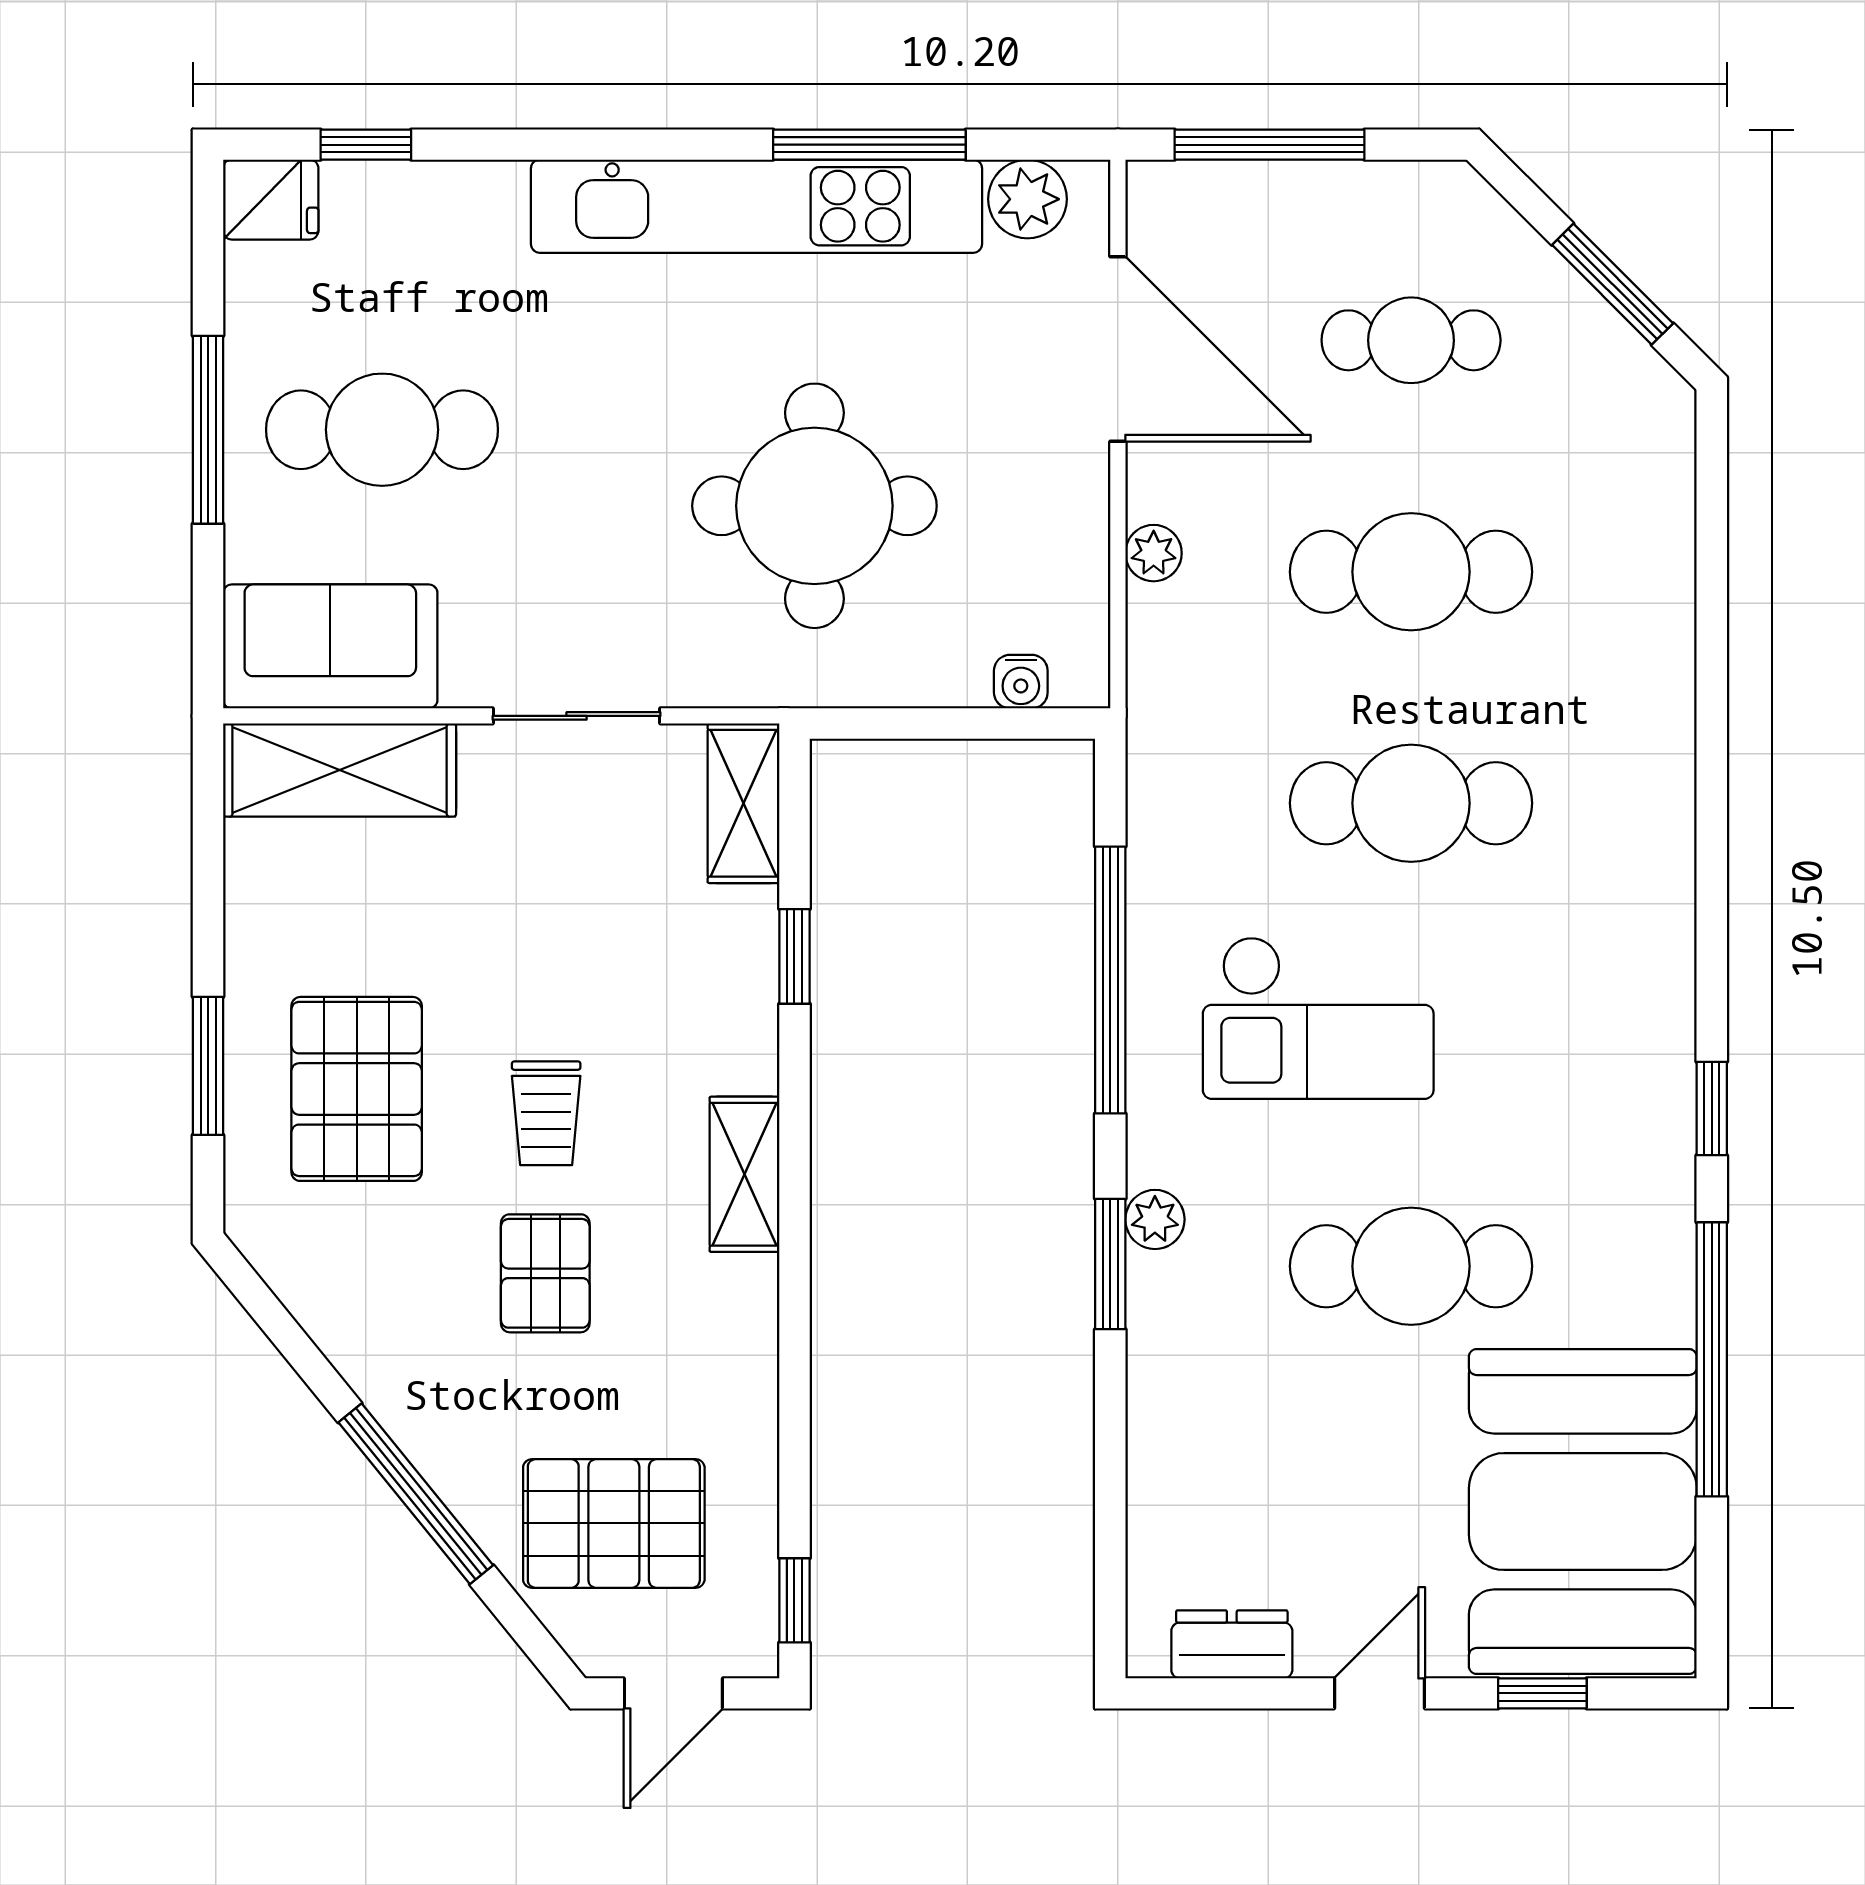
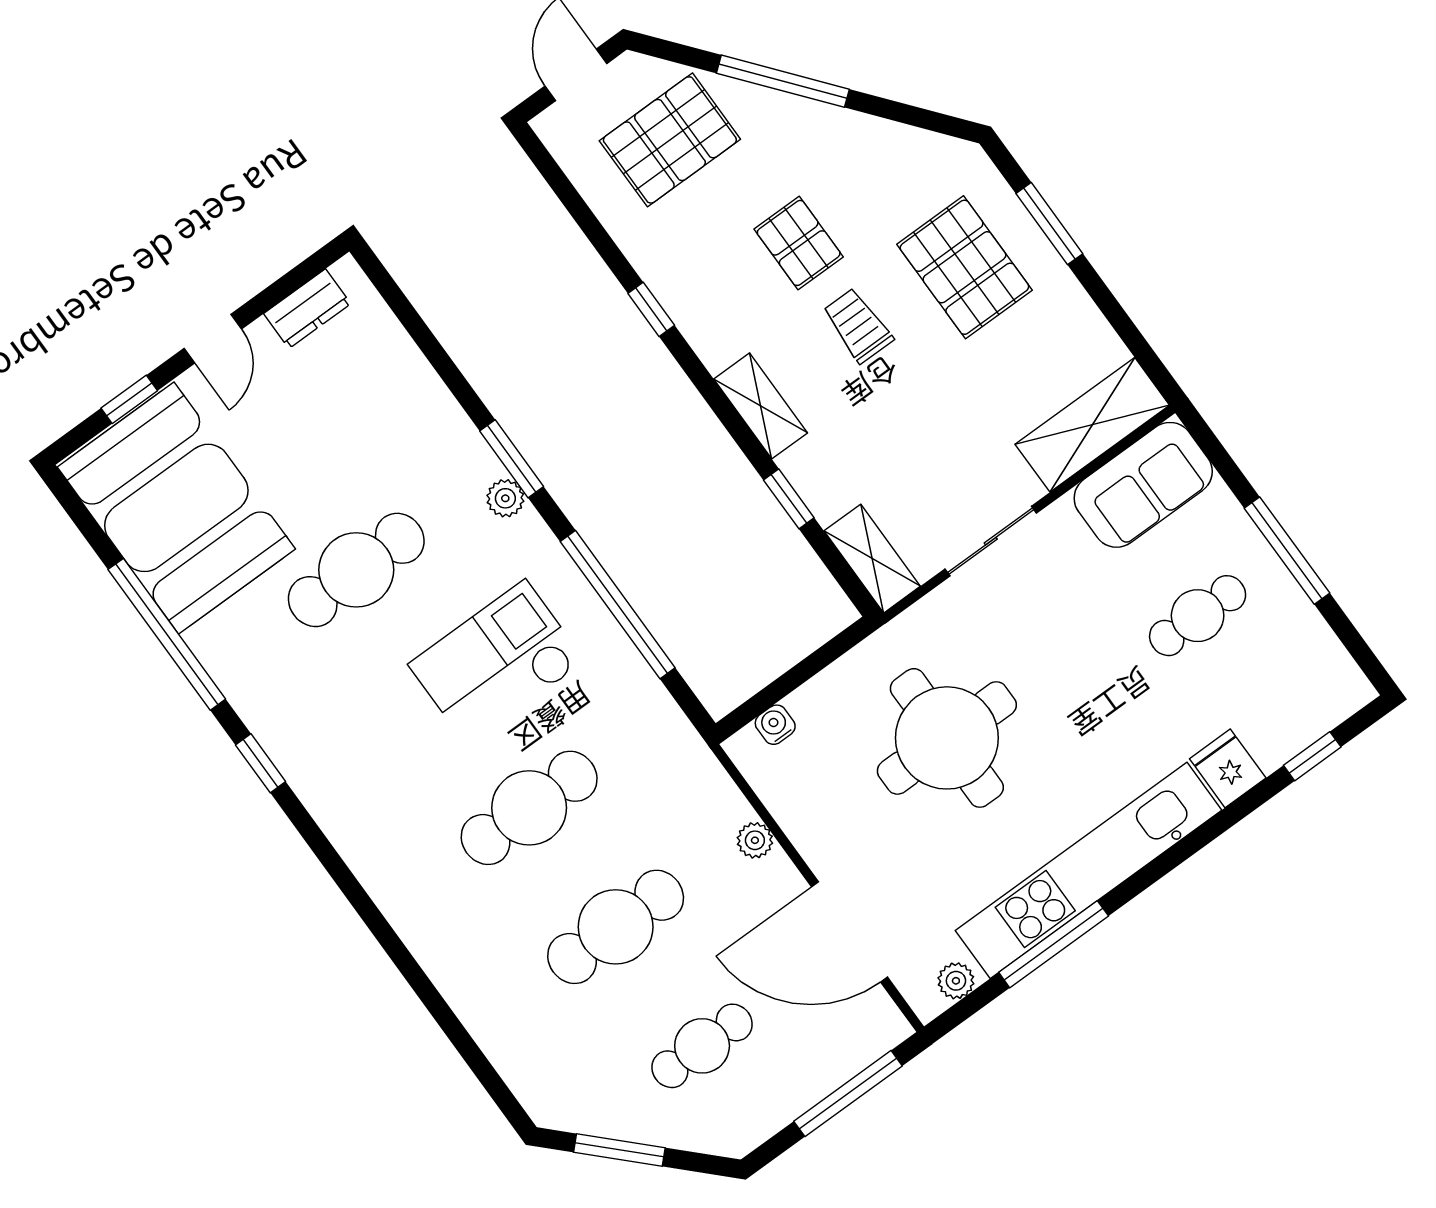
plant: (1027, 199) -> (956, 981), width x0.73, depth x0.73
fridge: (271, 200) -> (1228, 768), moved, turned 90
cafe table: (382, 430) -> (1198, 616), width x0.73, depth x0.74
shelving: (745, 1174) -> (761, 406), moved
window: (794, 1600) -> (651, 309), moved

